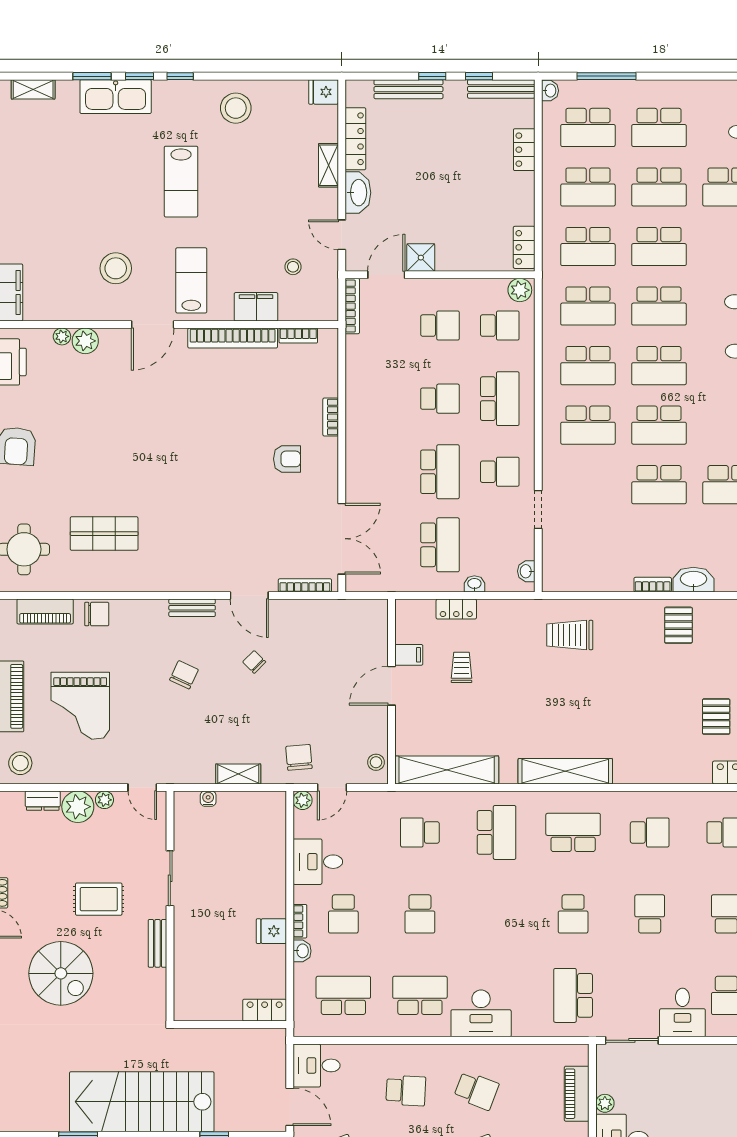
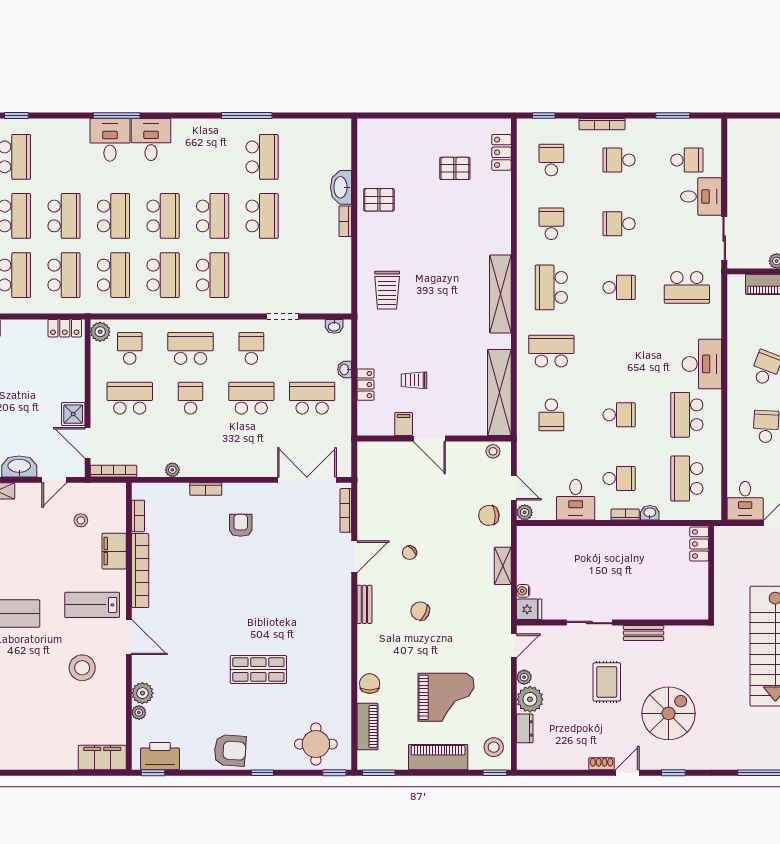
school desk: (440, 326) -> (130, 398), width x1.85
plant: (354, 377) -> (172, 470), added
shop shelf: (104, 534) -> (258, 670), moved, turned 90
fridge: (271, 931) -> (529, 609), moved, turned -90

